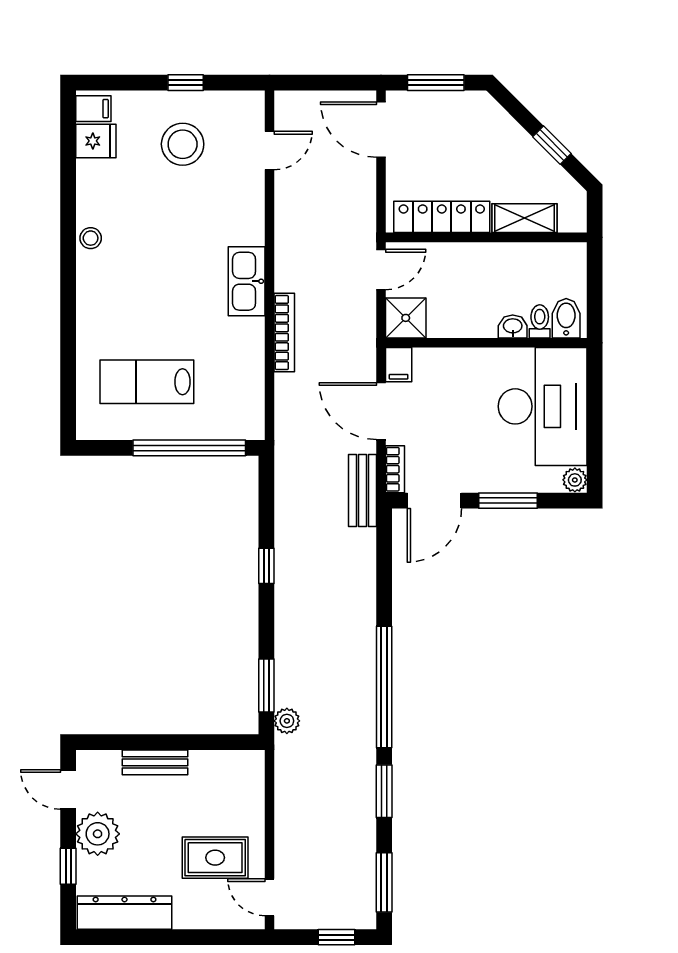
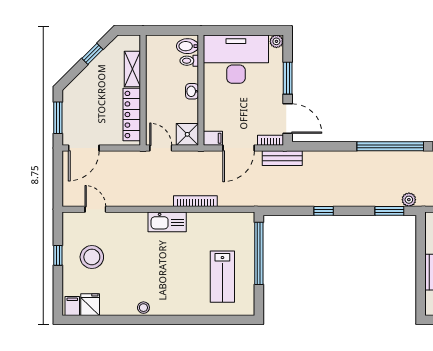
washbasin: (513, 326) -> (192, 91), moved

